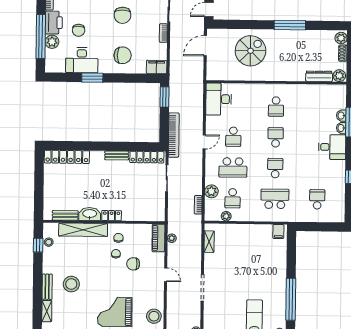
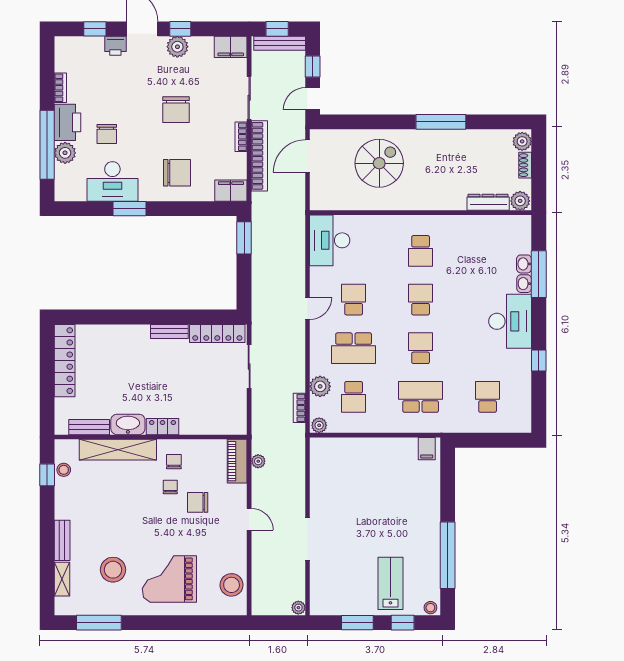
bookcase: (174, 135) -> (259, 156), moved
school desk: (233, 137) -> (354, 300), turned 180
desk: (332, 147) -> (510, 321), width x1.37
locker: (67, 157) -> (65, 361), moved, turned -90
plant: (226, 216) -> (319, 425), moved
shelving: (209, 242) -> (317, 466), removed
stool: (71, 284) -> (113, 570), moved

